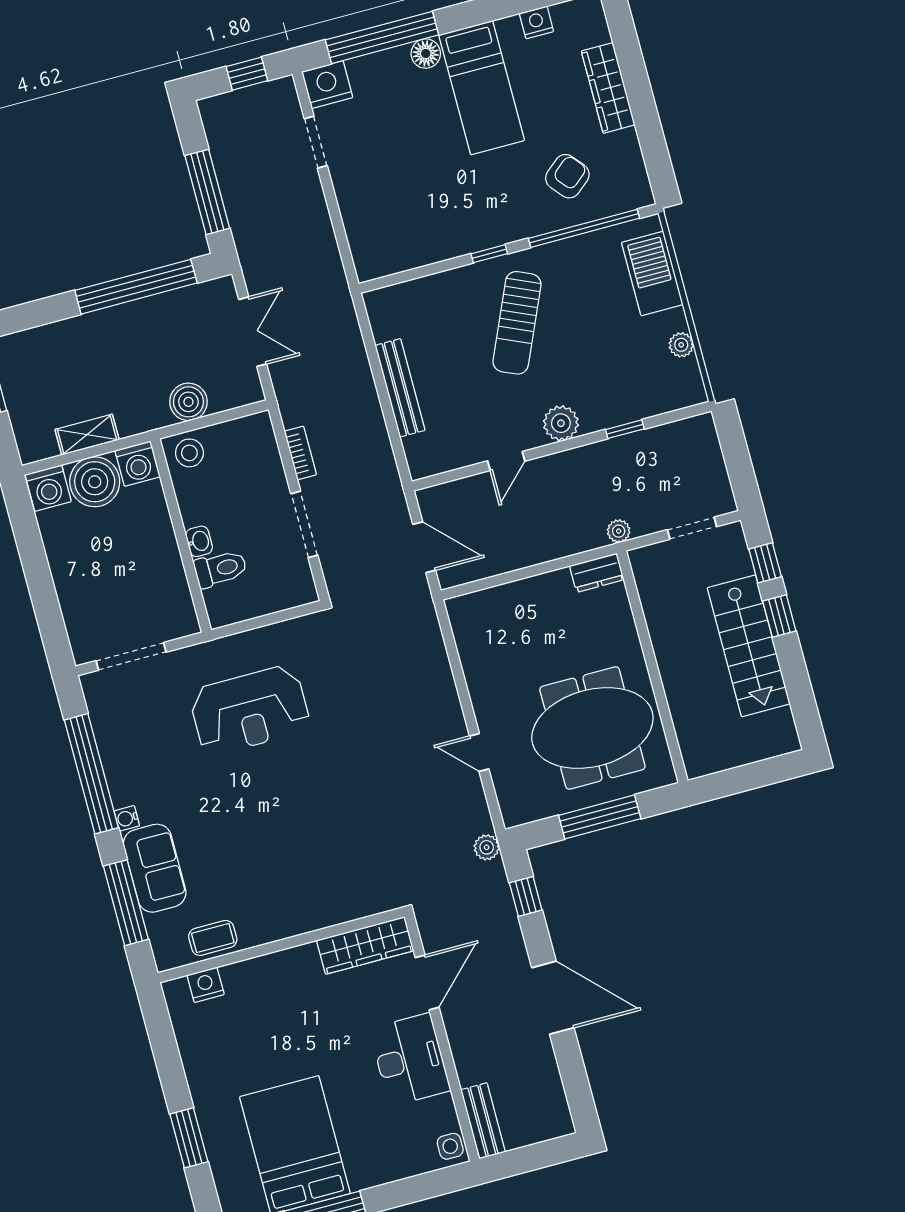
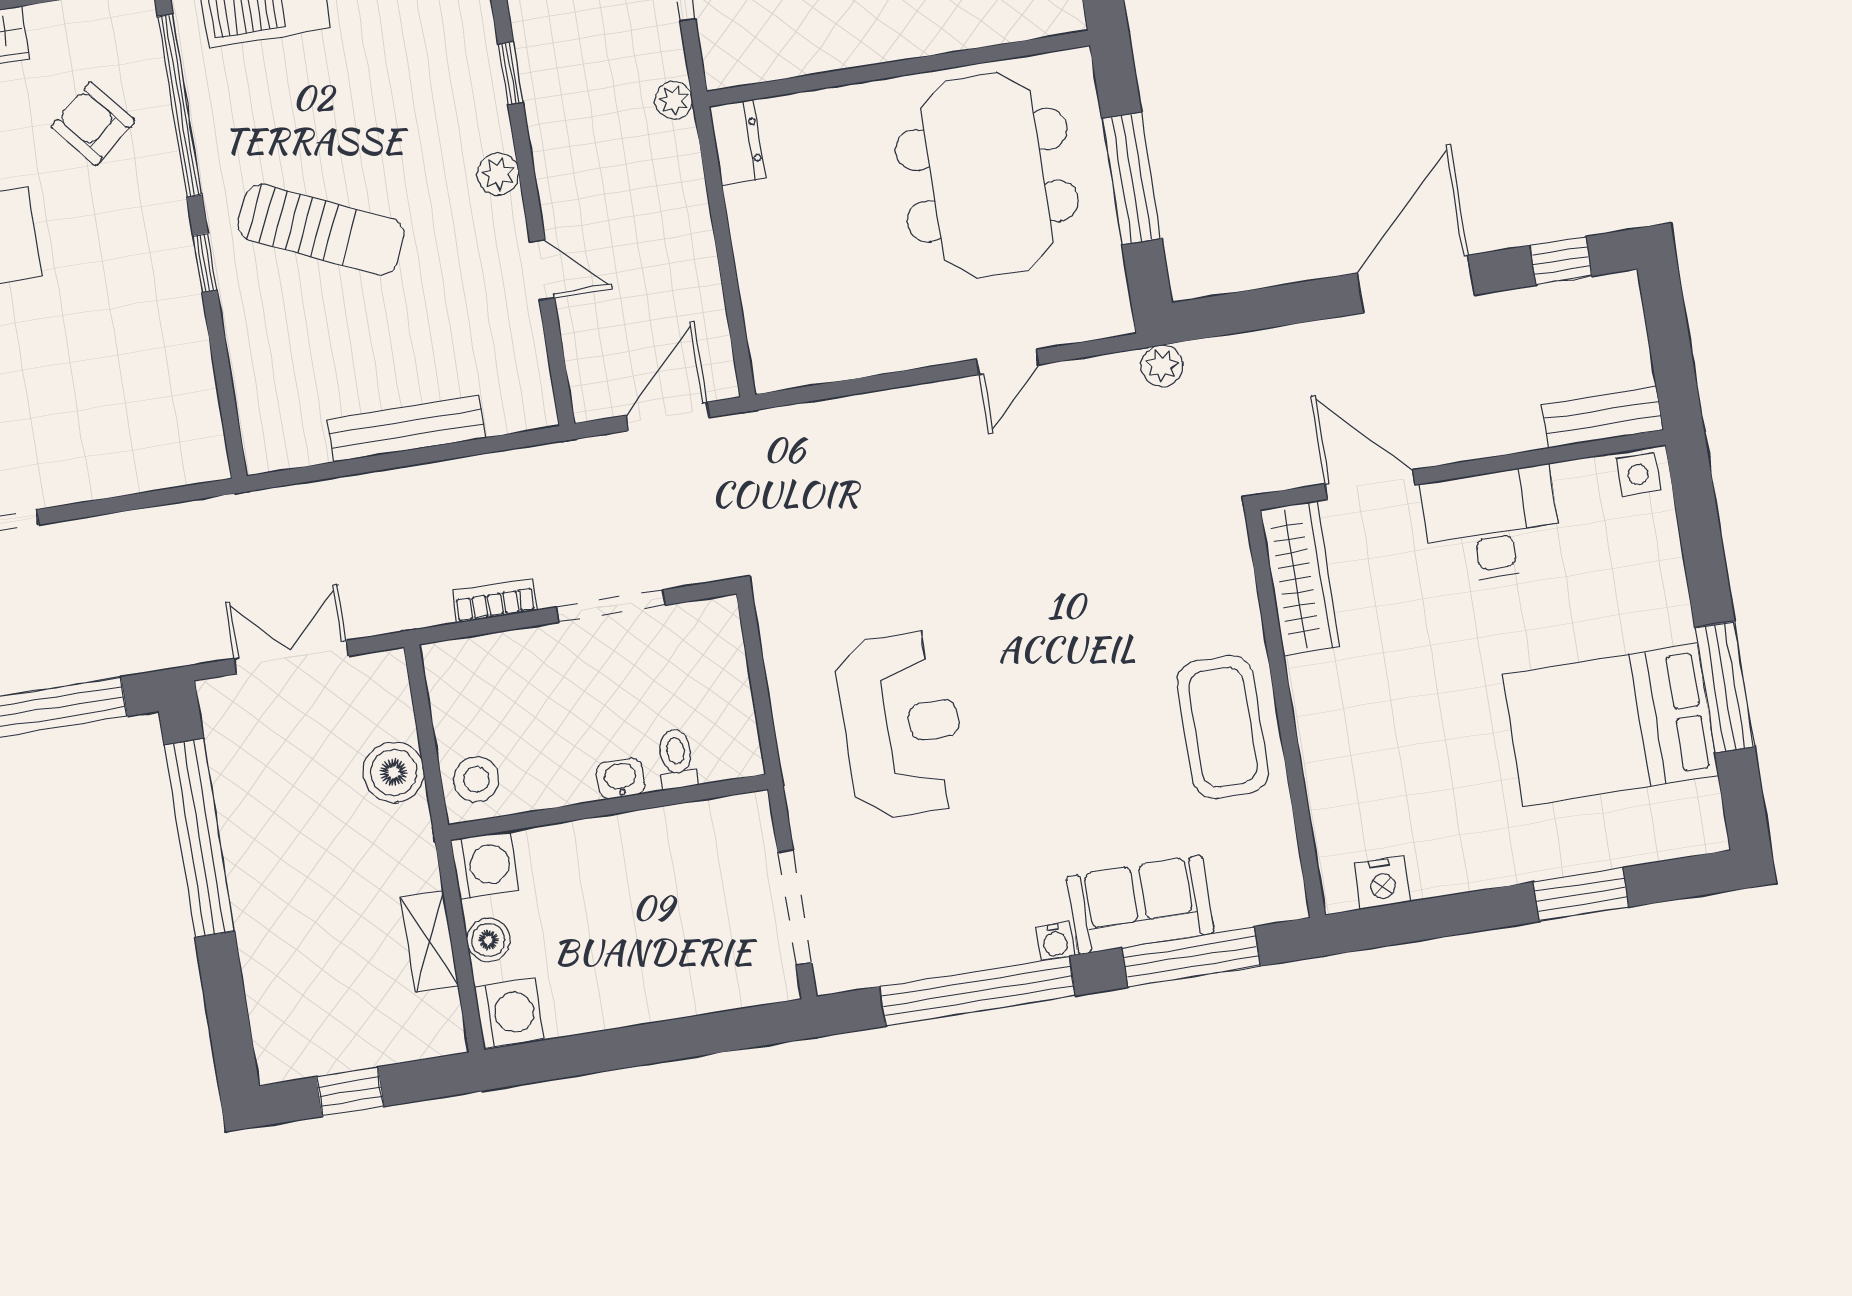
plant: (561, 423) -> (498, 174), width x0.73, depth x0.73
boiler: (95, 482) -> (488, 940), width x0.54, depth x0.54
toilet: (220, 569) -> (677, 759), width x0.73, depth x0.72
window: (526, 896) -> (1561, 261), moved
coffee table: (213, 938) -> (1223, 727), moved, width x1.86, depth x1.72
nightstand: (206, 985) -> (1382, 883), moved, turned -90

